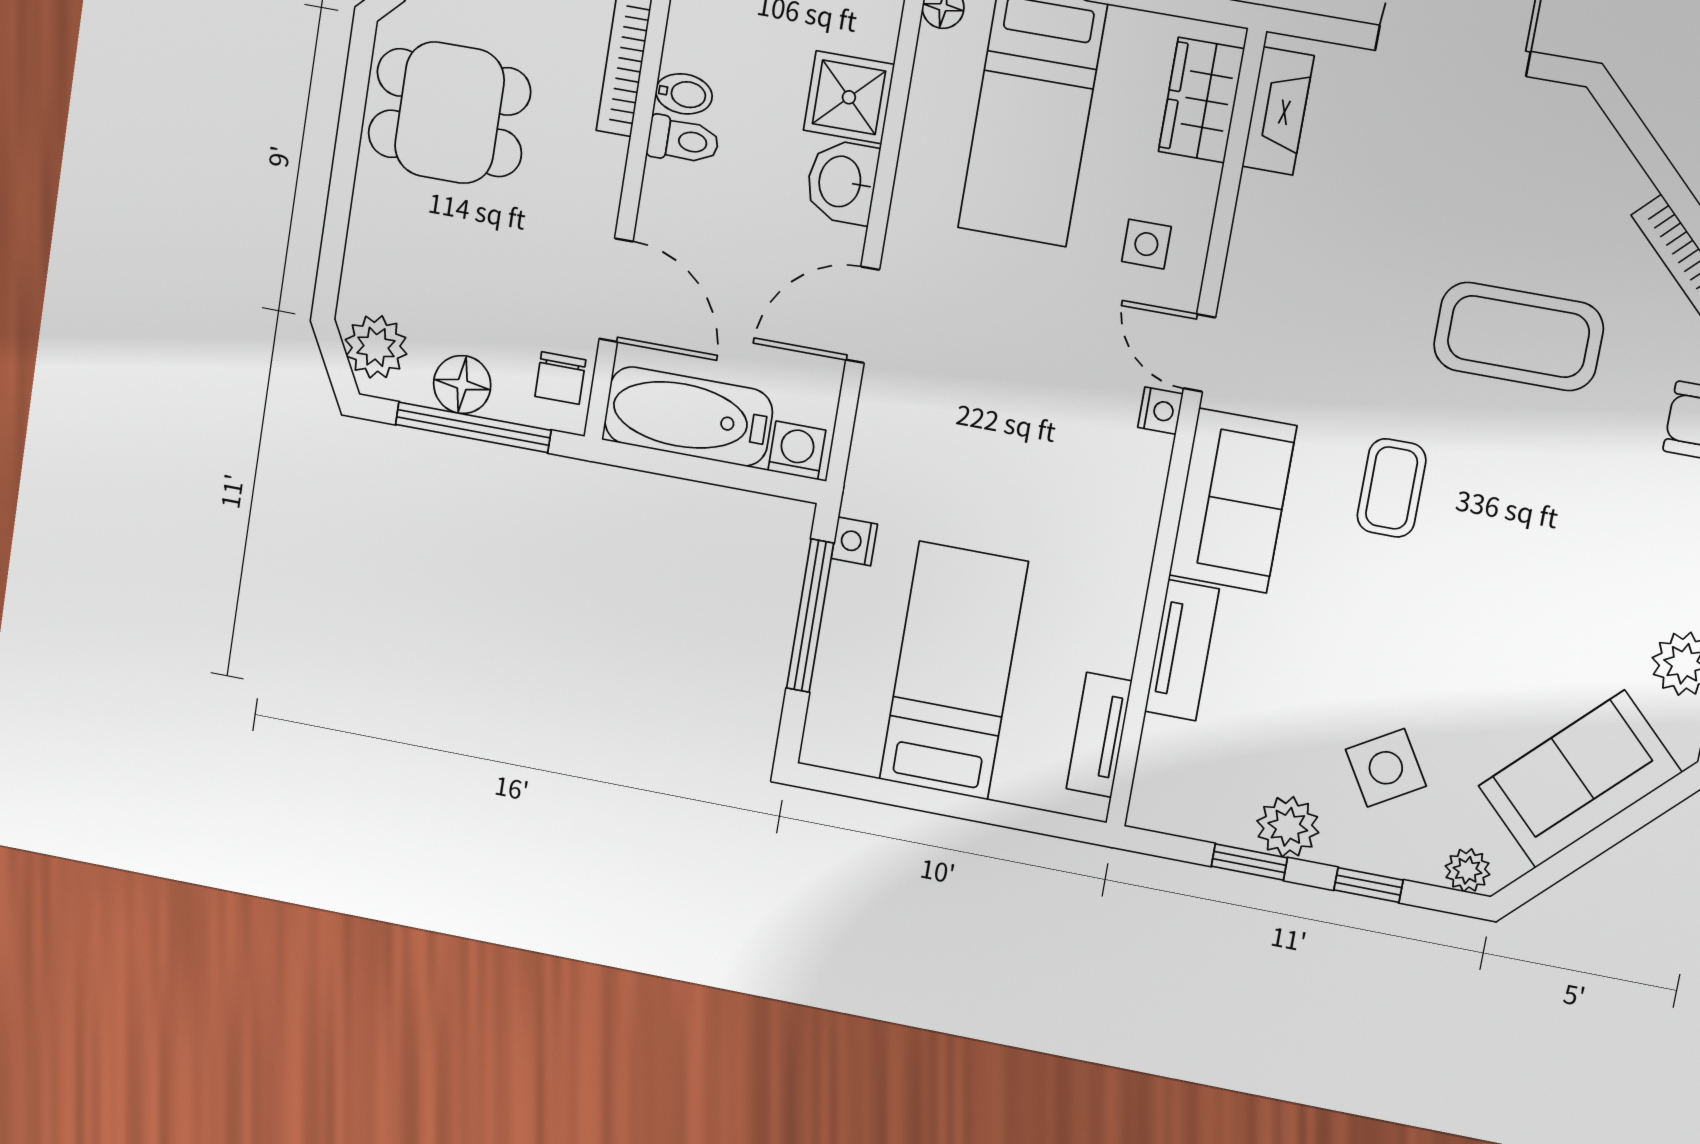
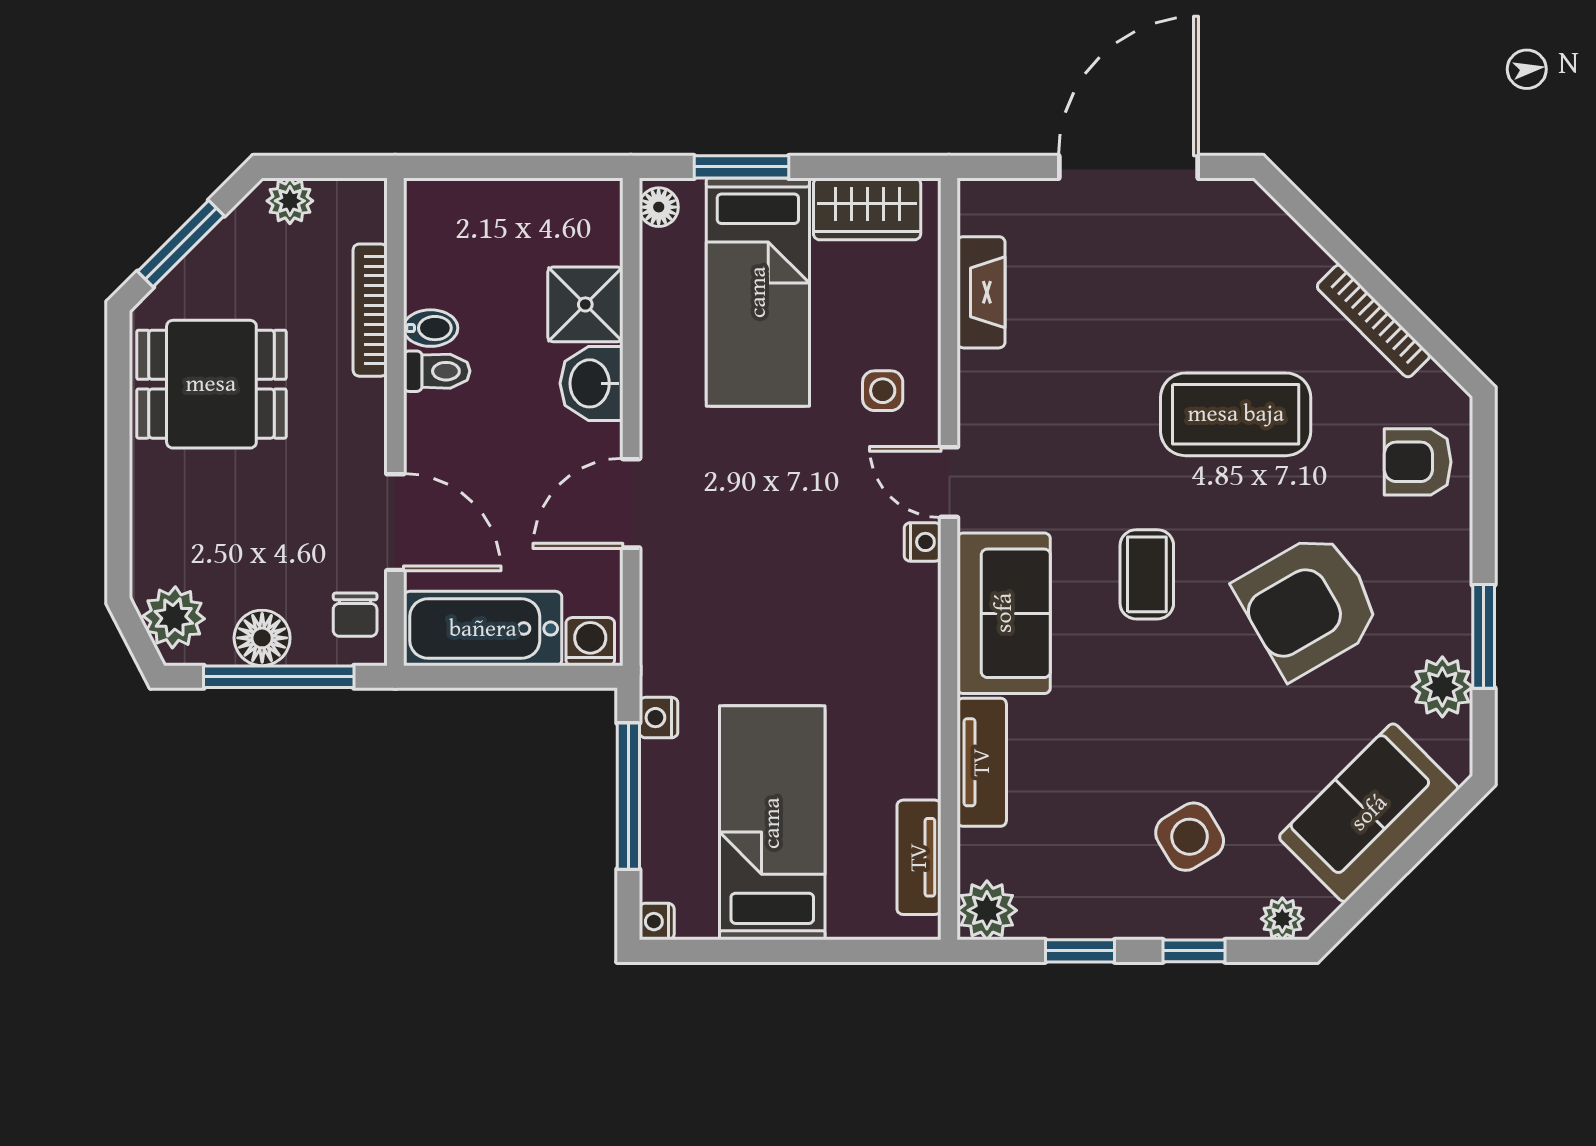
wardrobe: (1201, 100) -> (867, 209), moved, turned -90
fireplace: (1278, 111) -> (981, 292), moved
armchair: (1558, 552) -> (1308, 605), added
nightstand: (818, 748) -> (657, 922), added
plant: (1288, 827) -> (987, 910), moved

